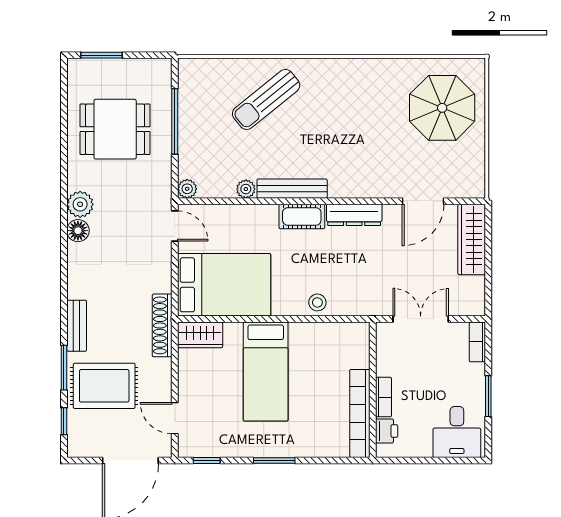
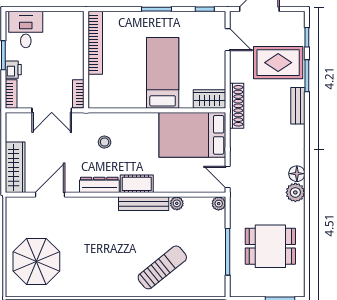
stool: (317, 302) -> (105, 142), moved
bookcase: (383, 397) -> (78, 94), moved
printer: (387, 431) -> (13, 70), moved, turned 180

